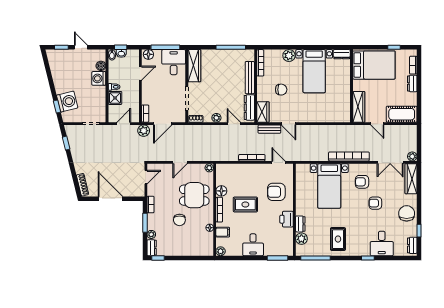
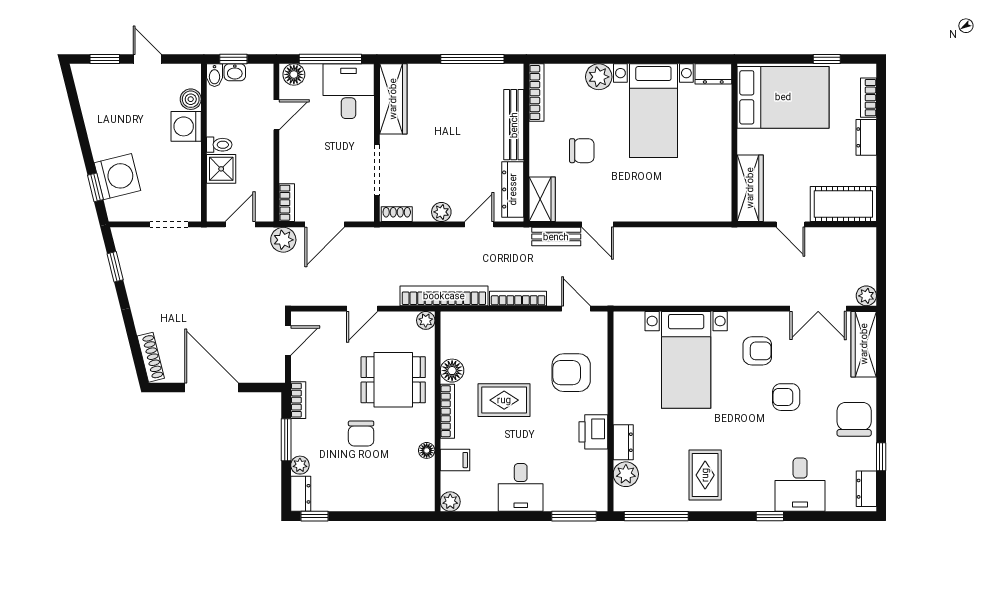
door: (234, 124) -> (479, 224), hinge flipped
bookcase: (349, 156) -> (444, 296), moved
armchair: (362, 182) -> (757, 351), turned 180

